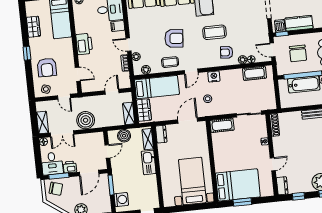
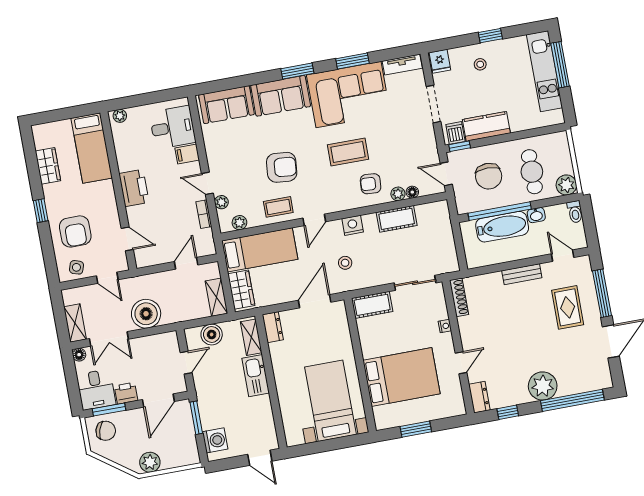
cot: (254, 73) -> (397, 219), moved
bed: (238, 185) -> (402, 377), moved

